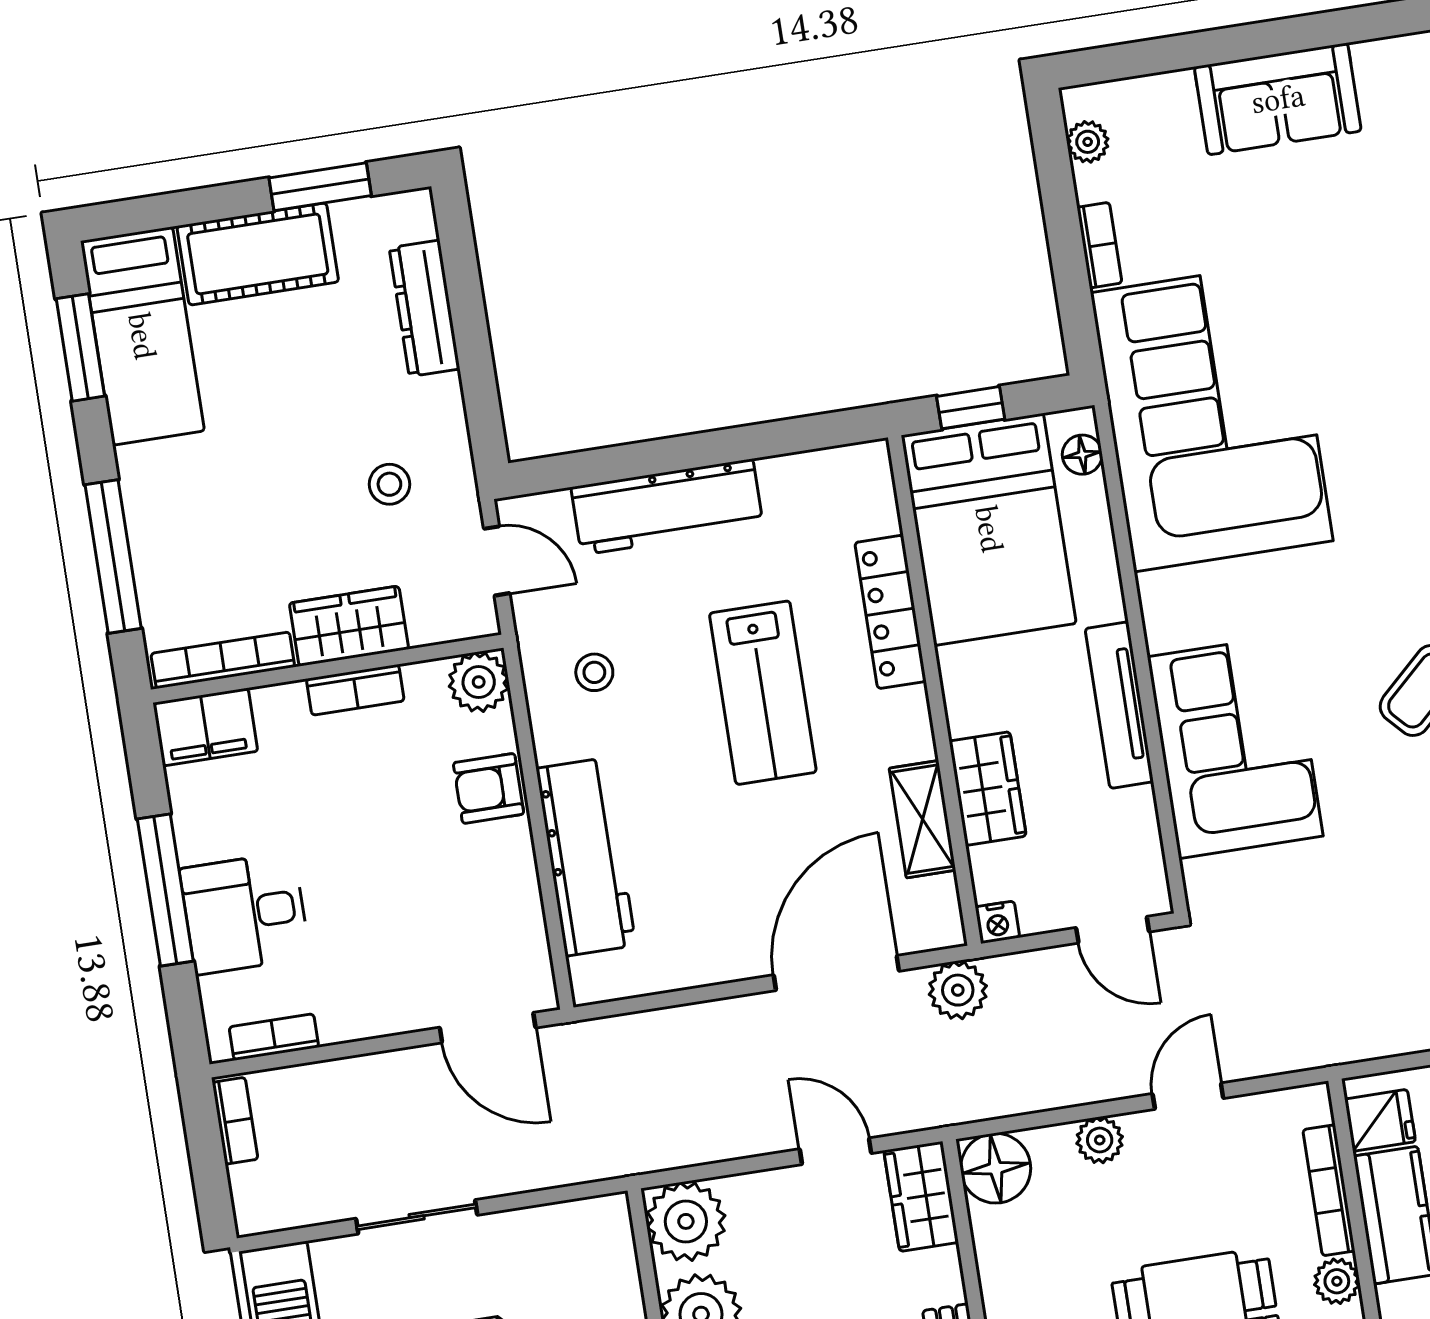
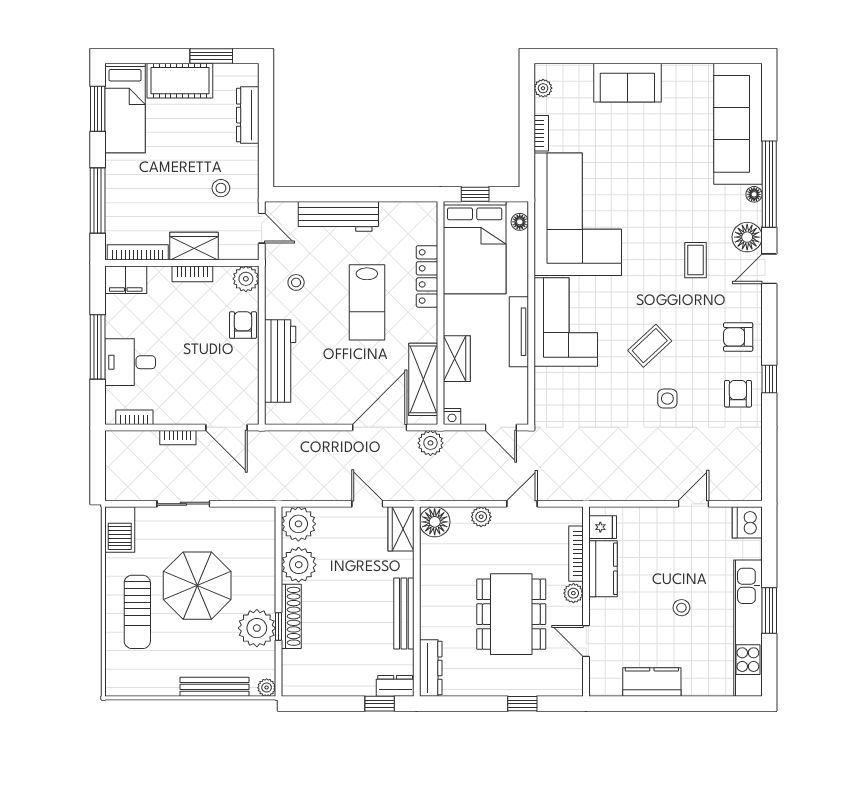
corner sofa: (1235, 746) -> (566, 322), moved
armchair: (489, 788) -> (243, 325), turned 90
shelving: (923, 819) -> (423, 379), width x1.50, depth x1.33
bookcase: (235, 1121) -> (178, 438), moved, turned 90

